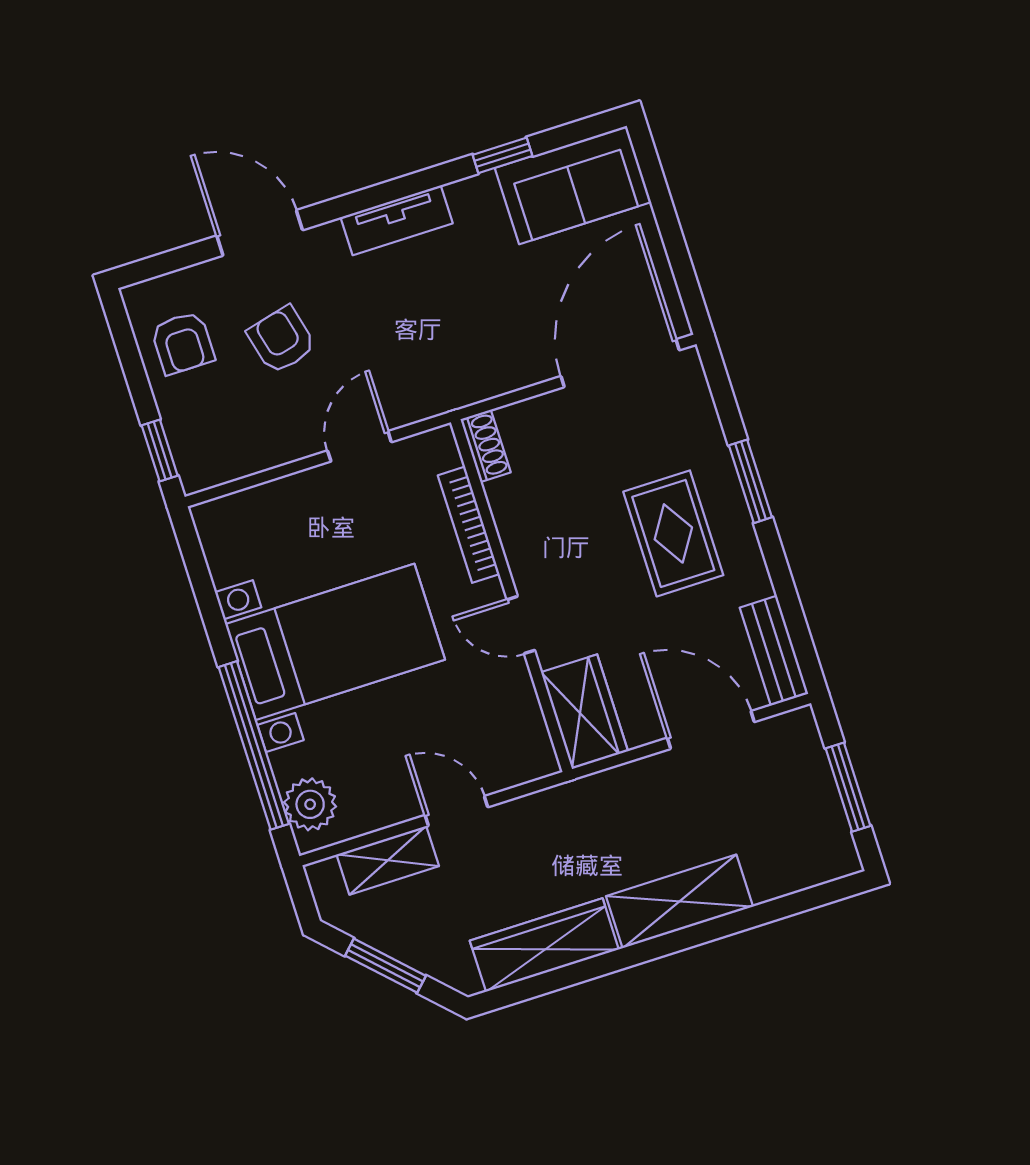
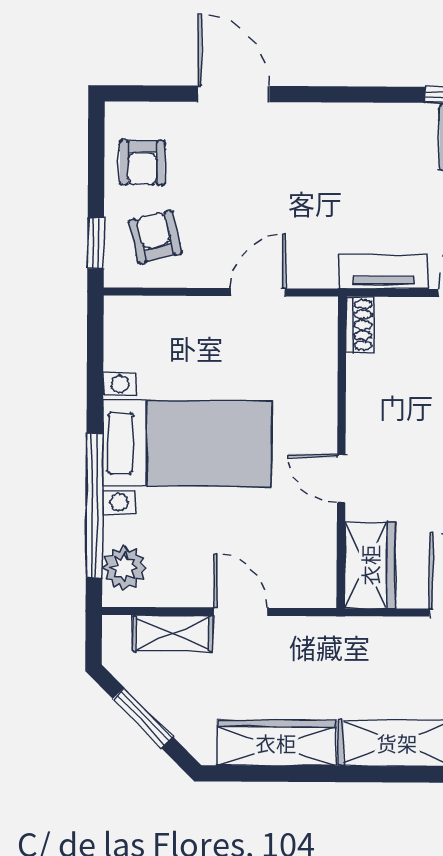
tv unit: (397, 220) -> (384, 272), moved, turned 180
armchair: (281, 340) -> (155, 237), moved
bookcase: (469, 525) -> (325, 384), removed

